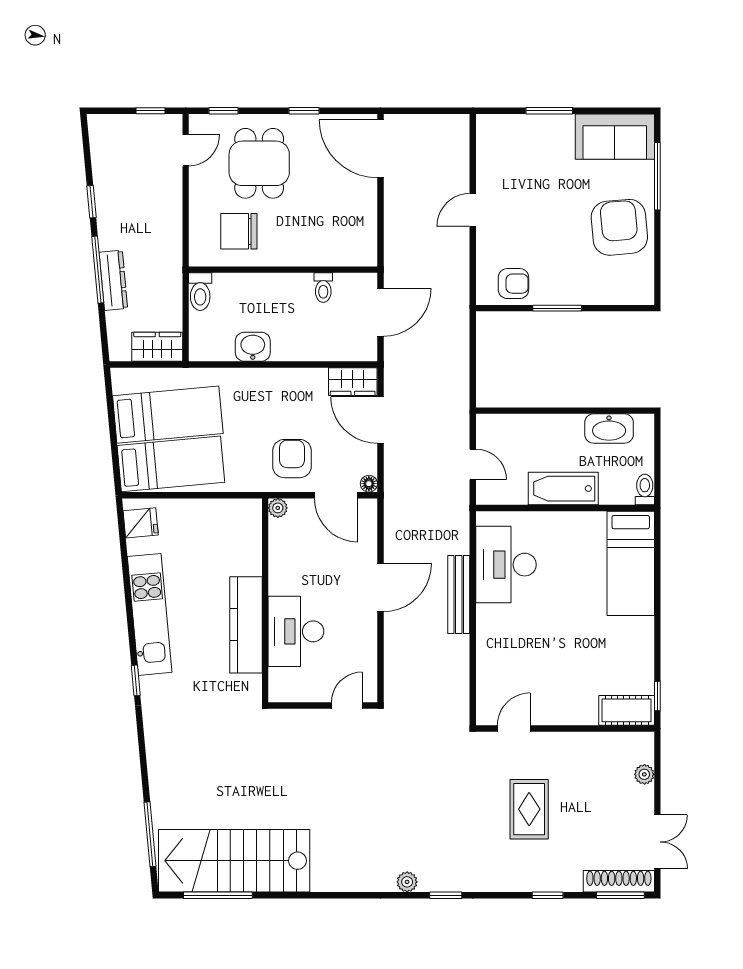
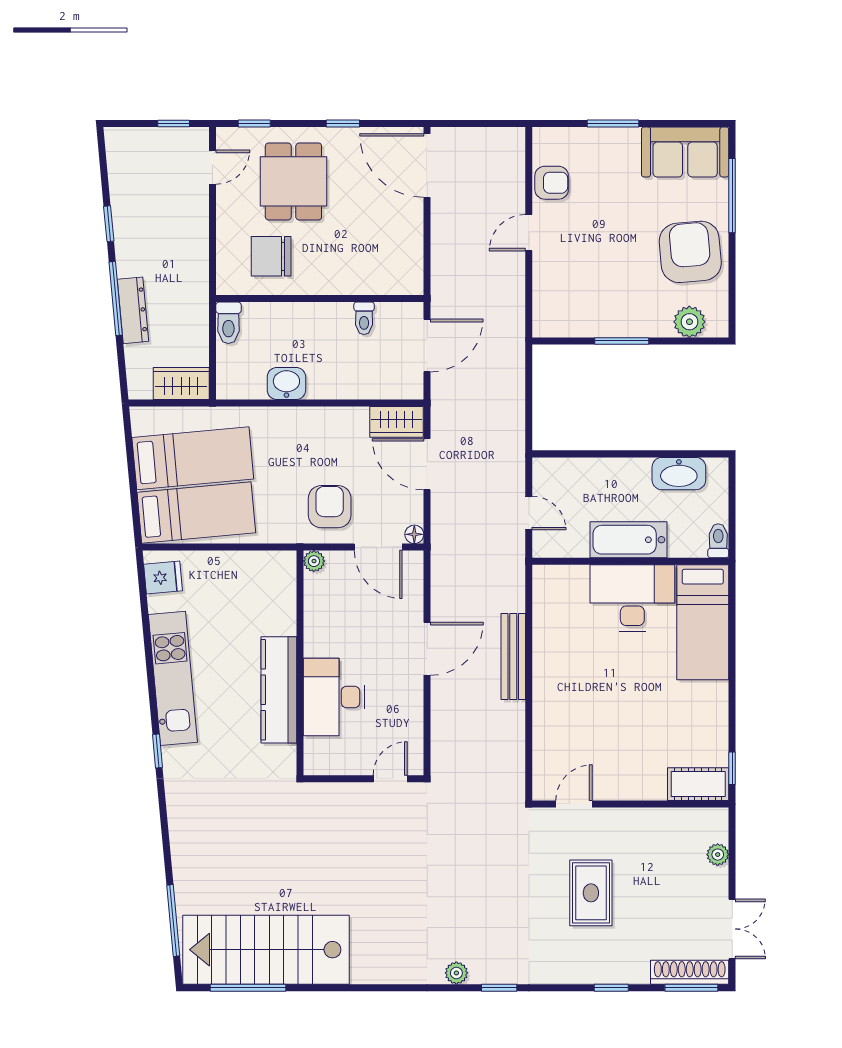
armchair: (513, 284) -> (552, 183), moved
plant: (619, 291) -> (689, 322), added
desk: (506, 565) -> (632, 598), moved, turned 90

